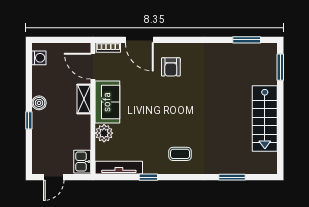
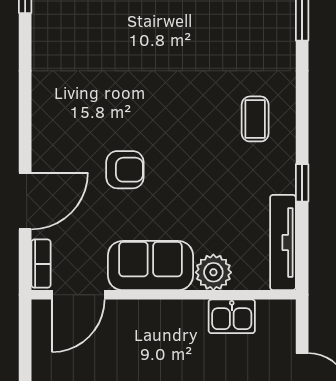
armchair: (171, 67) -> (125, 170), moved
shelving: (84, 99) -> (145, 313), removed
kitchen sink: (82, 162) -> (232, 316), moved

